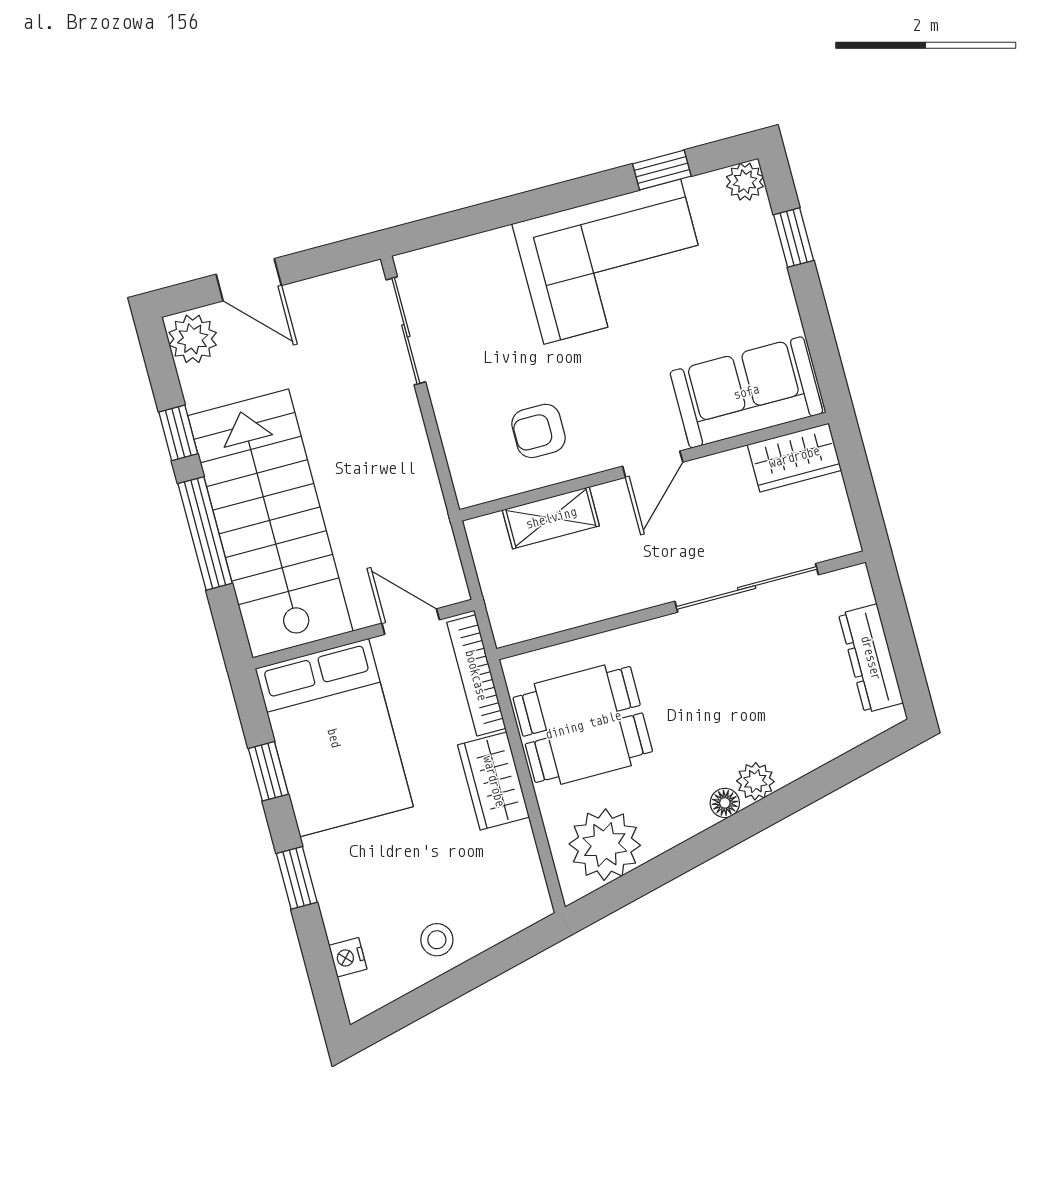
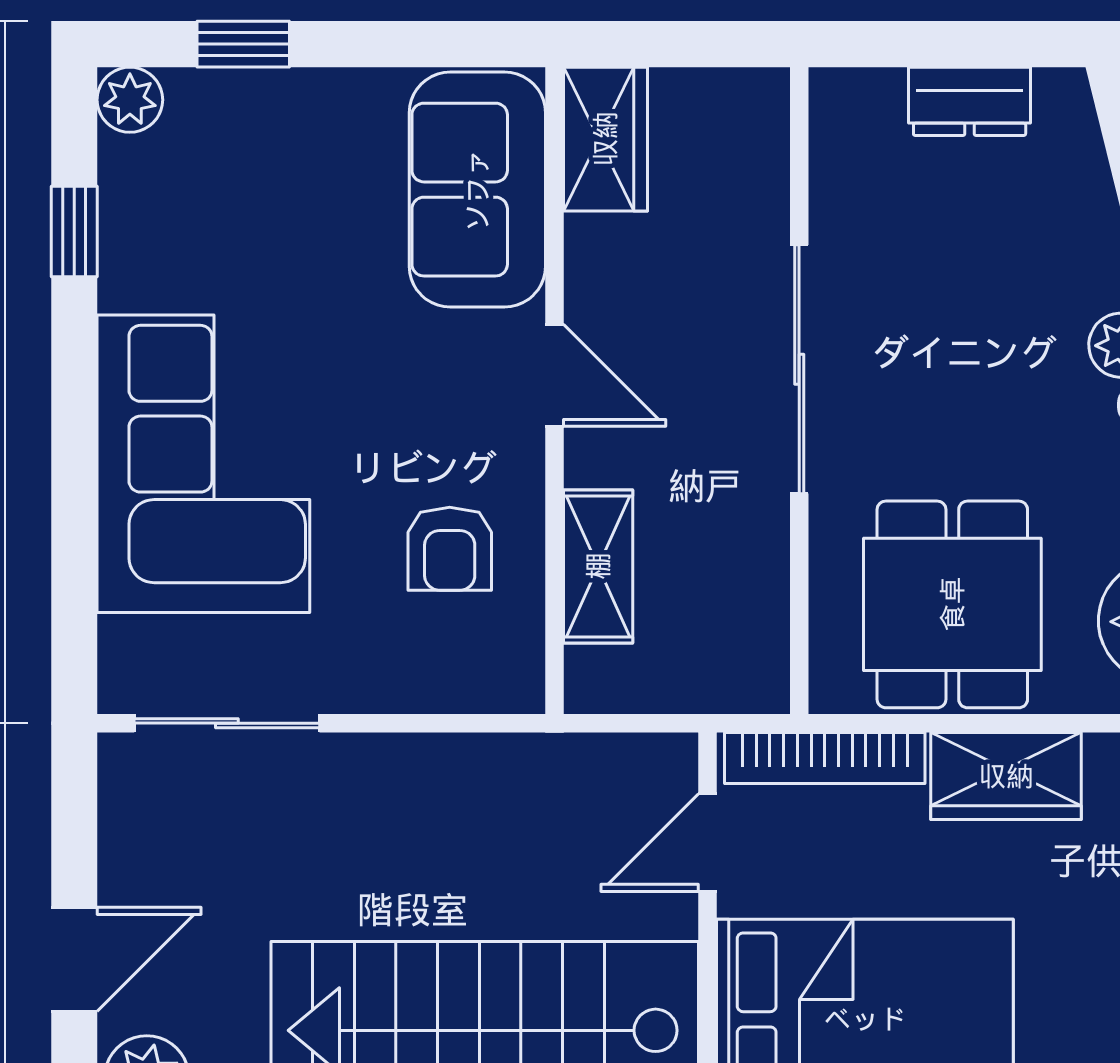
corner sofa: (612, 262) -> (203, 464), moved
sliding door: (747, 588) -> (799, 369), moved
dresser: (871, 658) -> (970, 101), width x0.70

